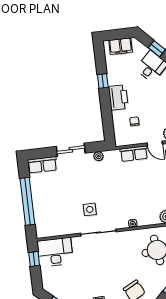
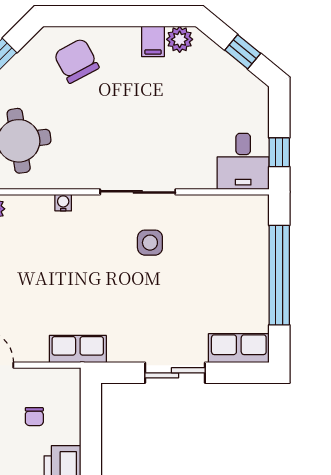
row of seats: (134, 154) -> (78, 349), moved
plant: (98, 156) -> (119, 352), removed
desk: (55, 252) -> (243, 161), width x0.73

